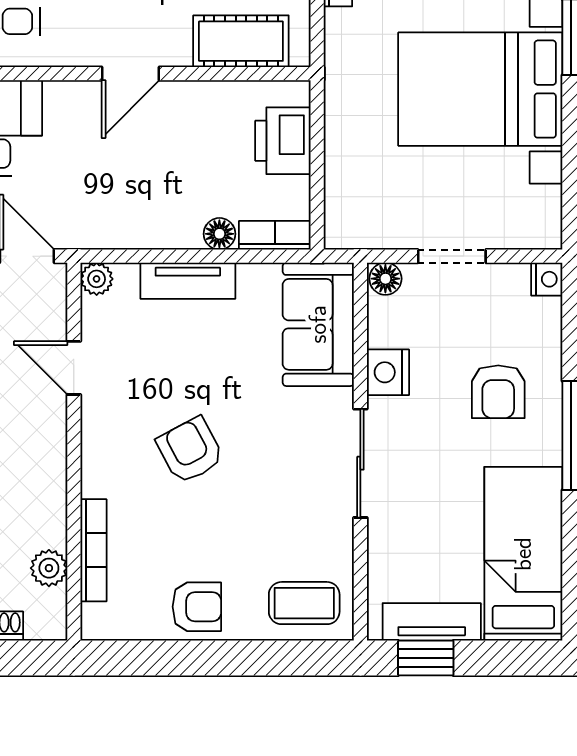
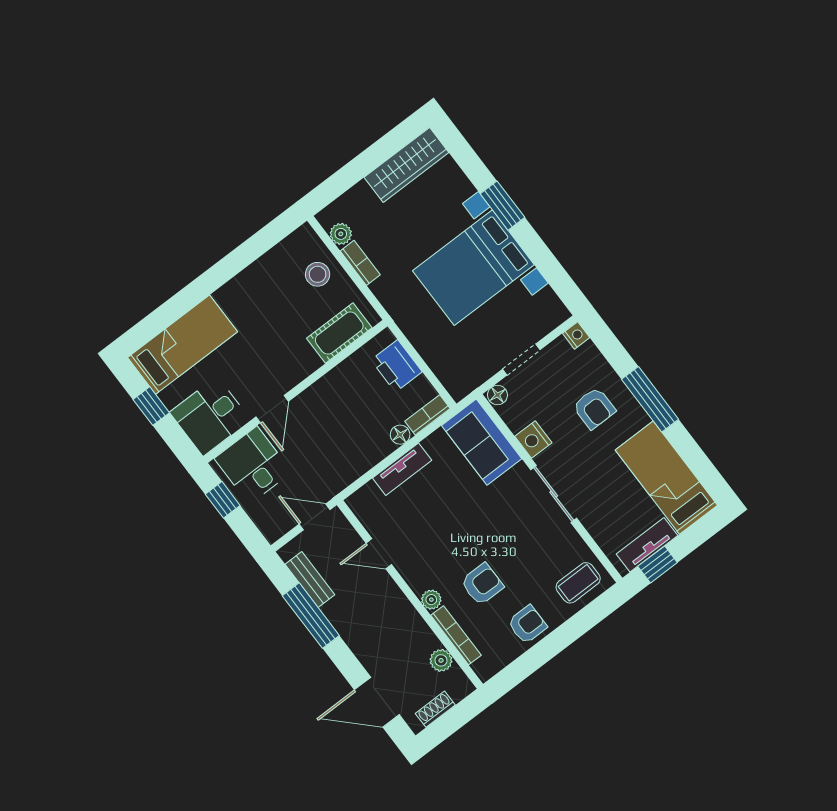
door: (131, 74) -> (272, 409), moved
plant: (97, 279) -> (431, 600), moved
armchair: (190, 450) -> (482, 584), moved, turned 118

